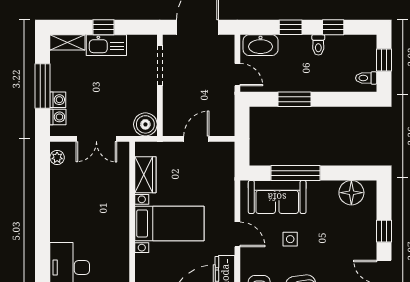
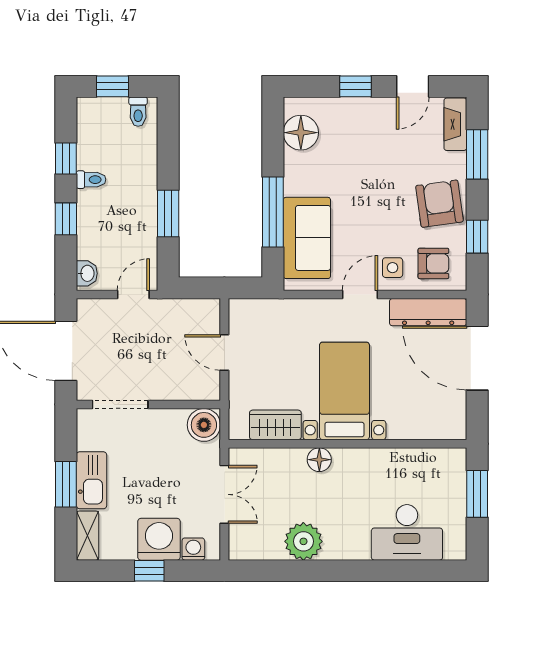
window: (104, 27) -> (66, 484), width x1.50
washbasin: (261, 45) -> (87, 273), width x0.52, depth x0.69
window: (43, 86) -> (149, 571), width x0.46
washing machine: (58, 100) -> (159, 539), width x1.89, depth x1.89
plant: (57, 157) -> (303, 541), moved, width x1.88, depth x1.88
floor lamp: (121, 206) -> (319, 460), added
side table: (290, 239) -> (393, 268), moved

